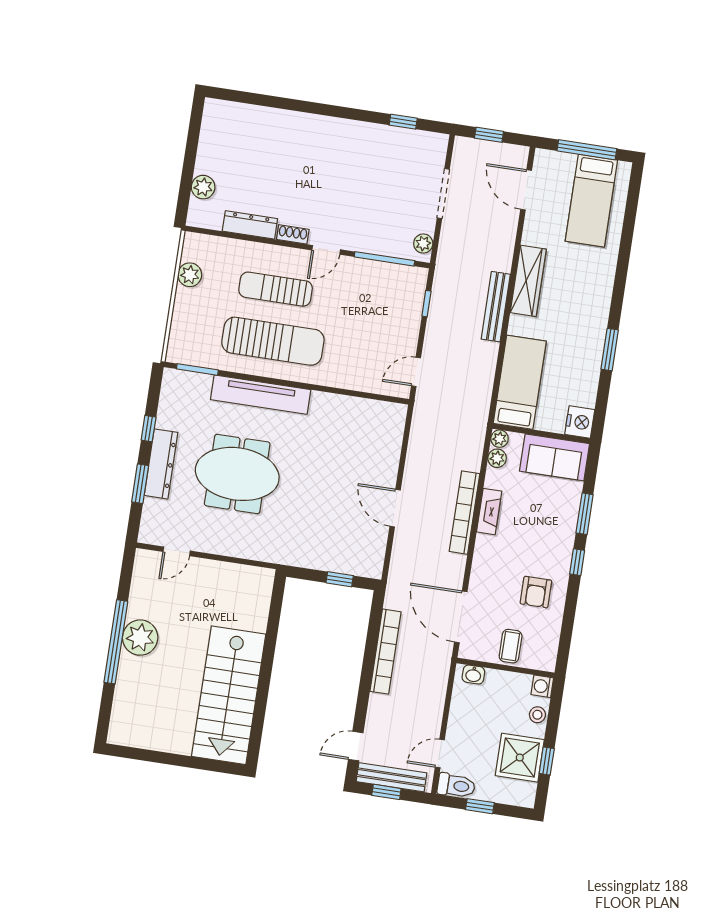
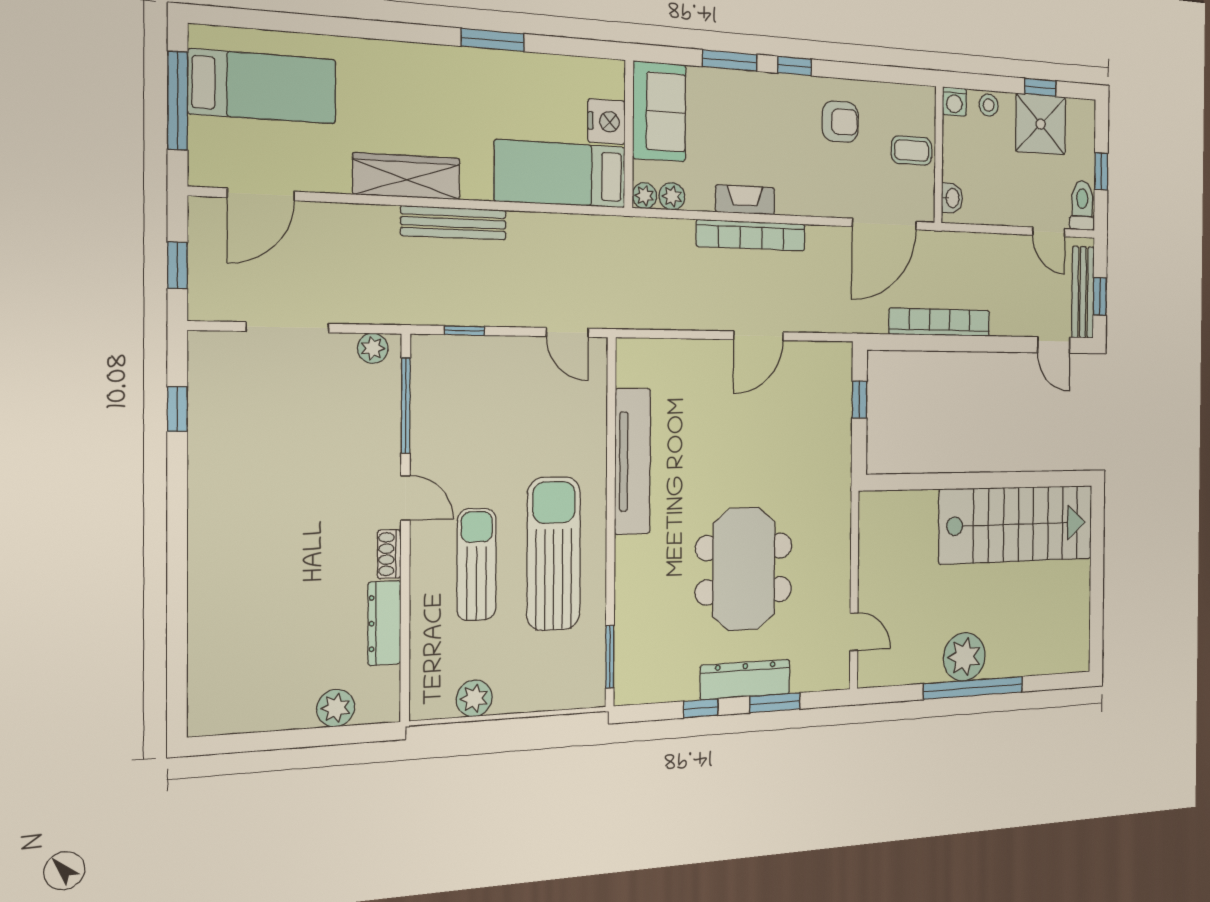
sun lounger: (276, 289) -> (477, 564), turned 180
tv unit: (261, 395) -> (632, 461), moved
nightstand: (580, 422) -> (606, 122), moved, turned 90

